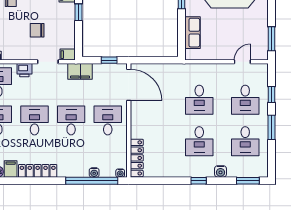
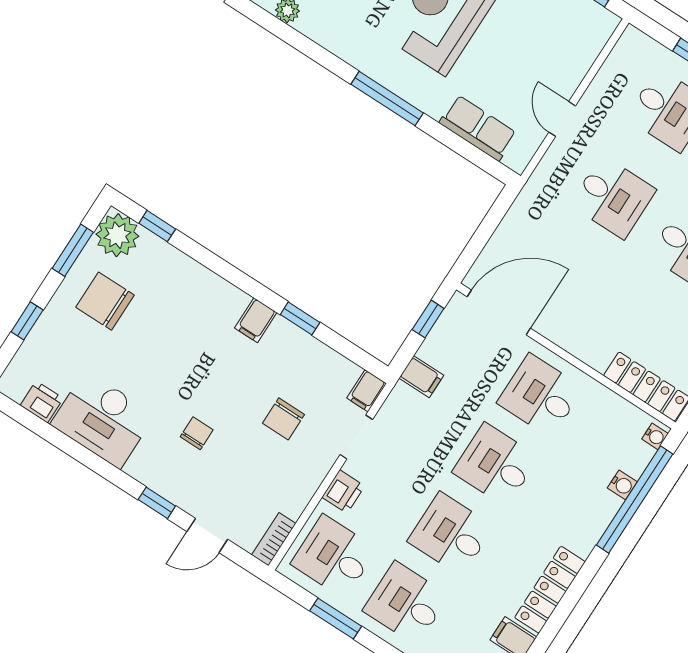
door: (242, 62) -> (562, 119), moved
filing cabinet: (80, 71) -> (421, 377), width x0.50

